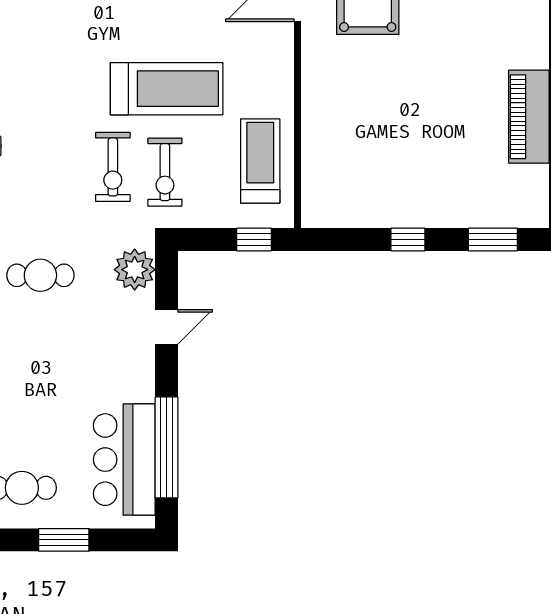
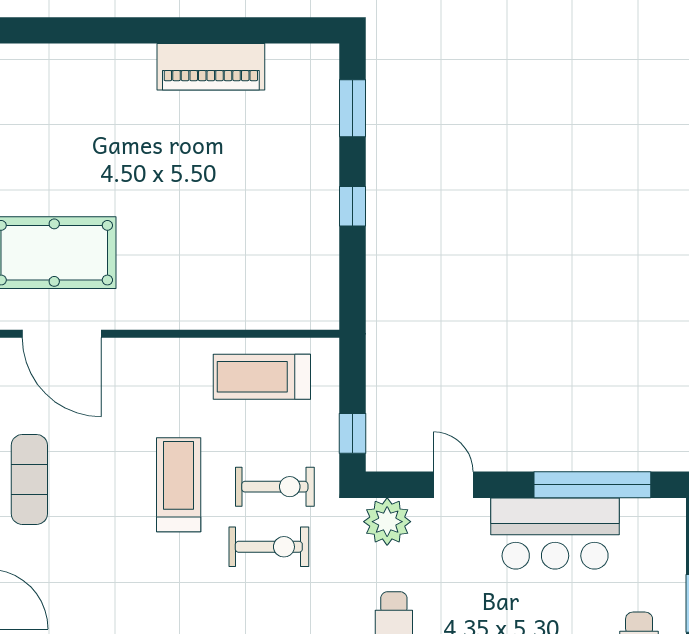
treadmill: (167, 89) -> (179, 485), width x0.73, depth x0.73
window: (254, 240) -> (353, 433), moved
bar counter: (124, 460) -> (555, 534), moved

